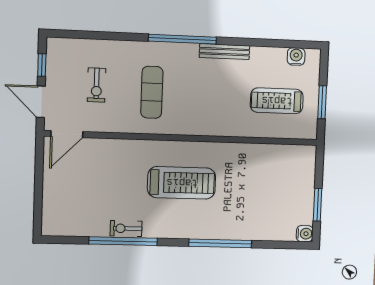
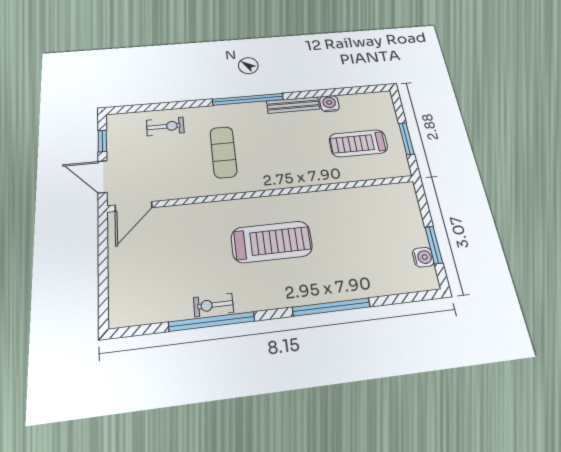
water cooler: (296, 56) -> (329, 104), moved
exercise bike: (97, 85) -> (165, 126), moved, turned -90
water cooler: (305, 234) -> (423, 257), moved

